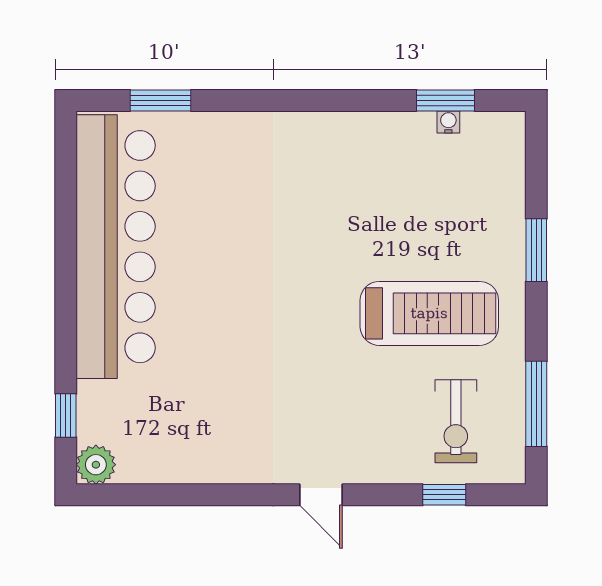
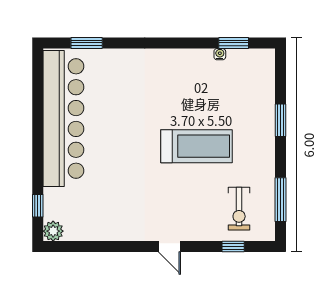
water cooler: (448, 122) -> (220, 54), moved
treadmill: (429, 313) -> (196, 146), moved

